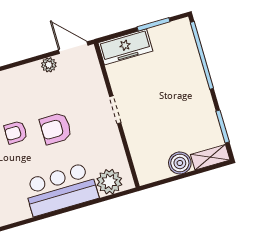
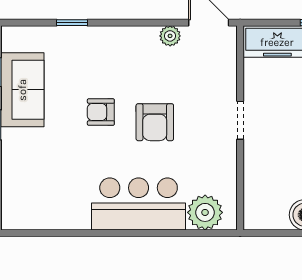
armchair: (56, 129) -> (155, 122), turned -90

